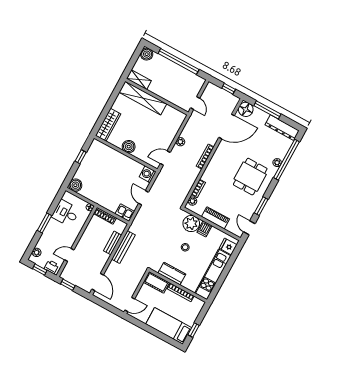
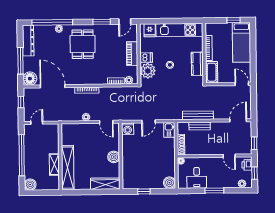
shelving: (139, 80) -> (54, 164), moved
door: (195, 103) -> (37, 123), moved
dining table: (250, 177) -> (83, 44), turned 90

